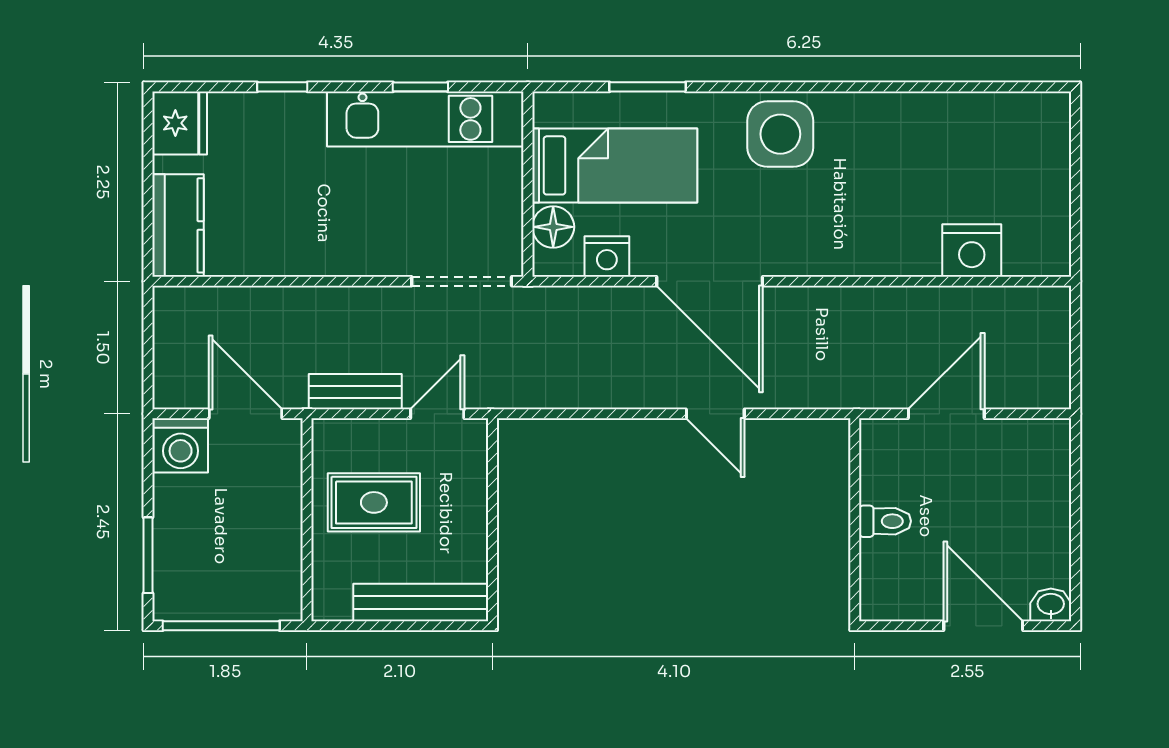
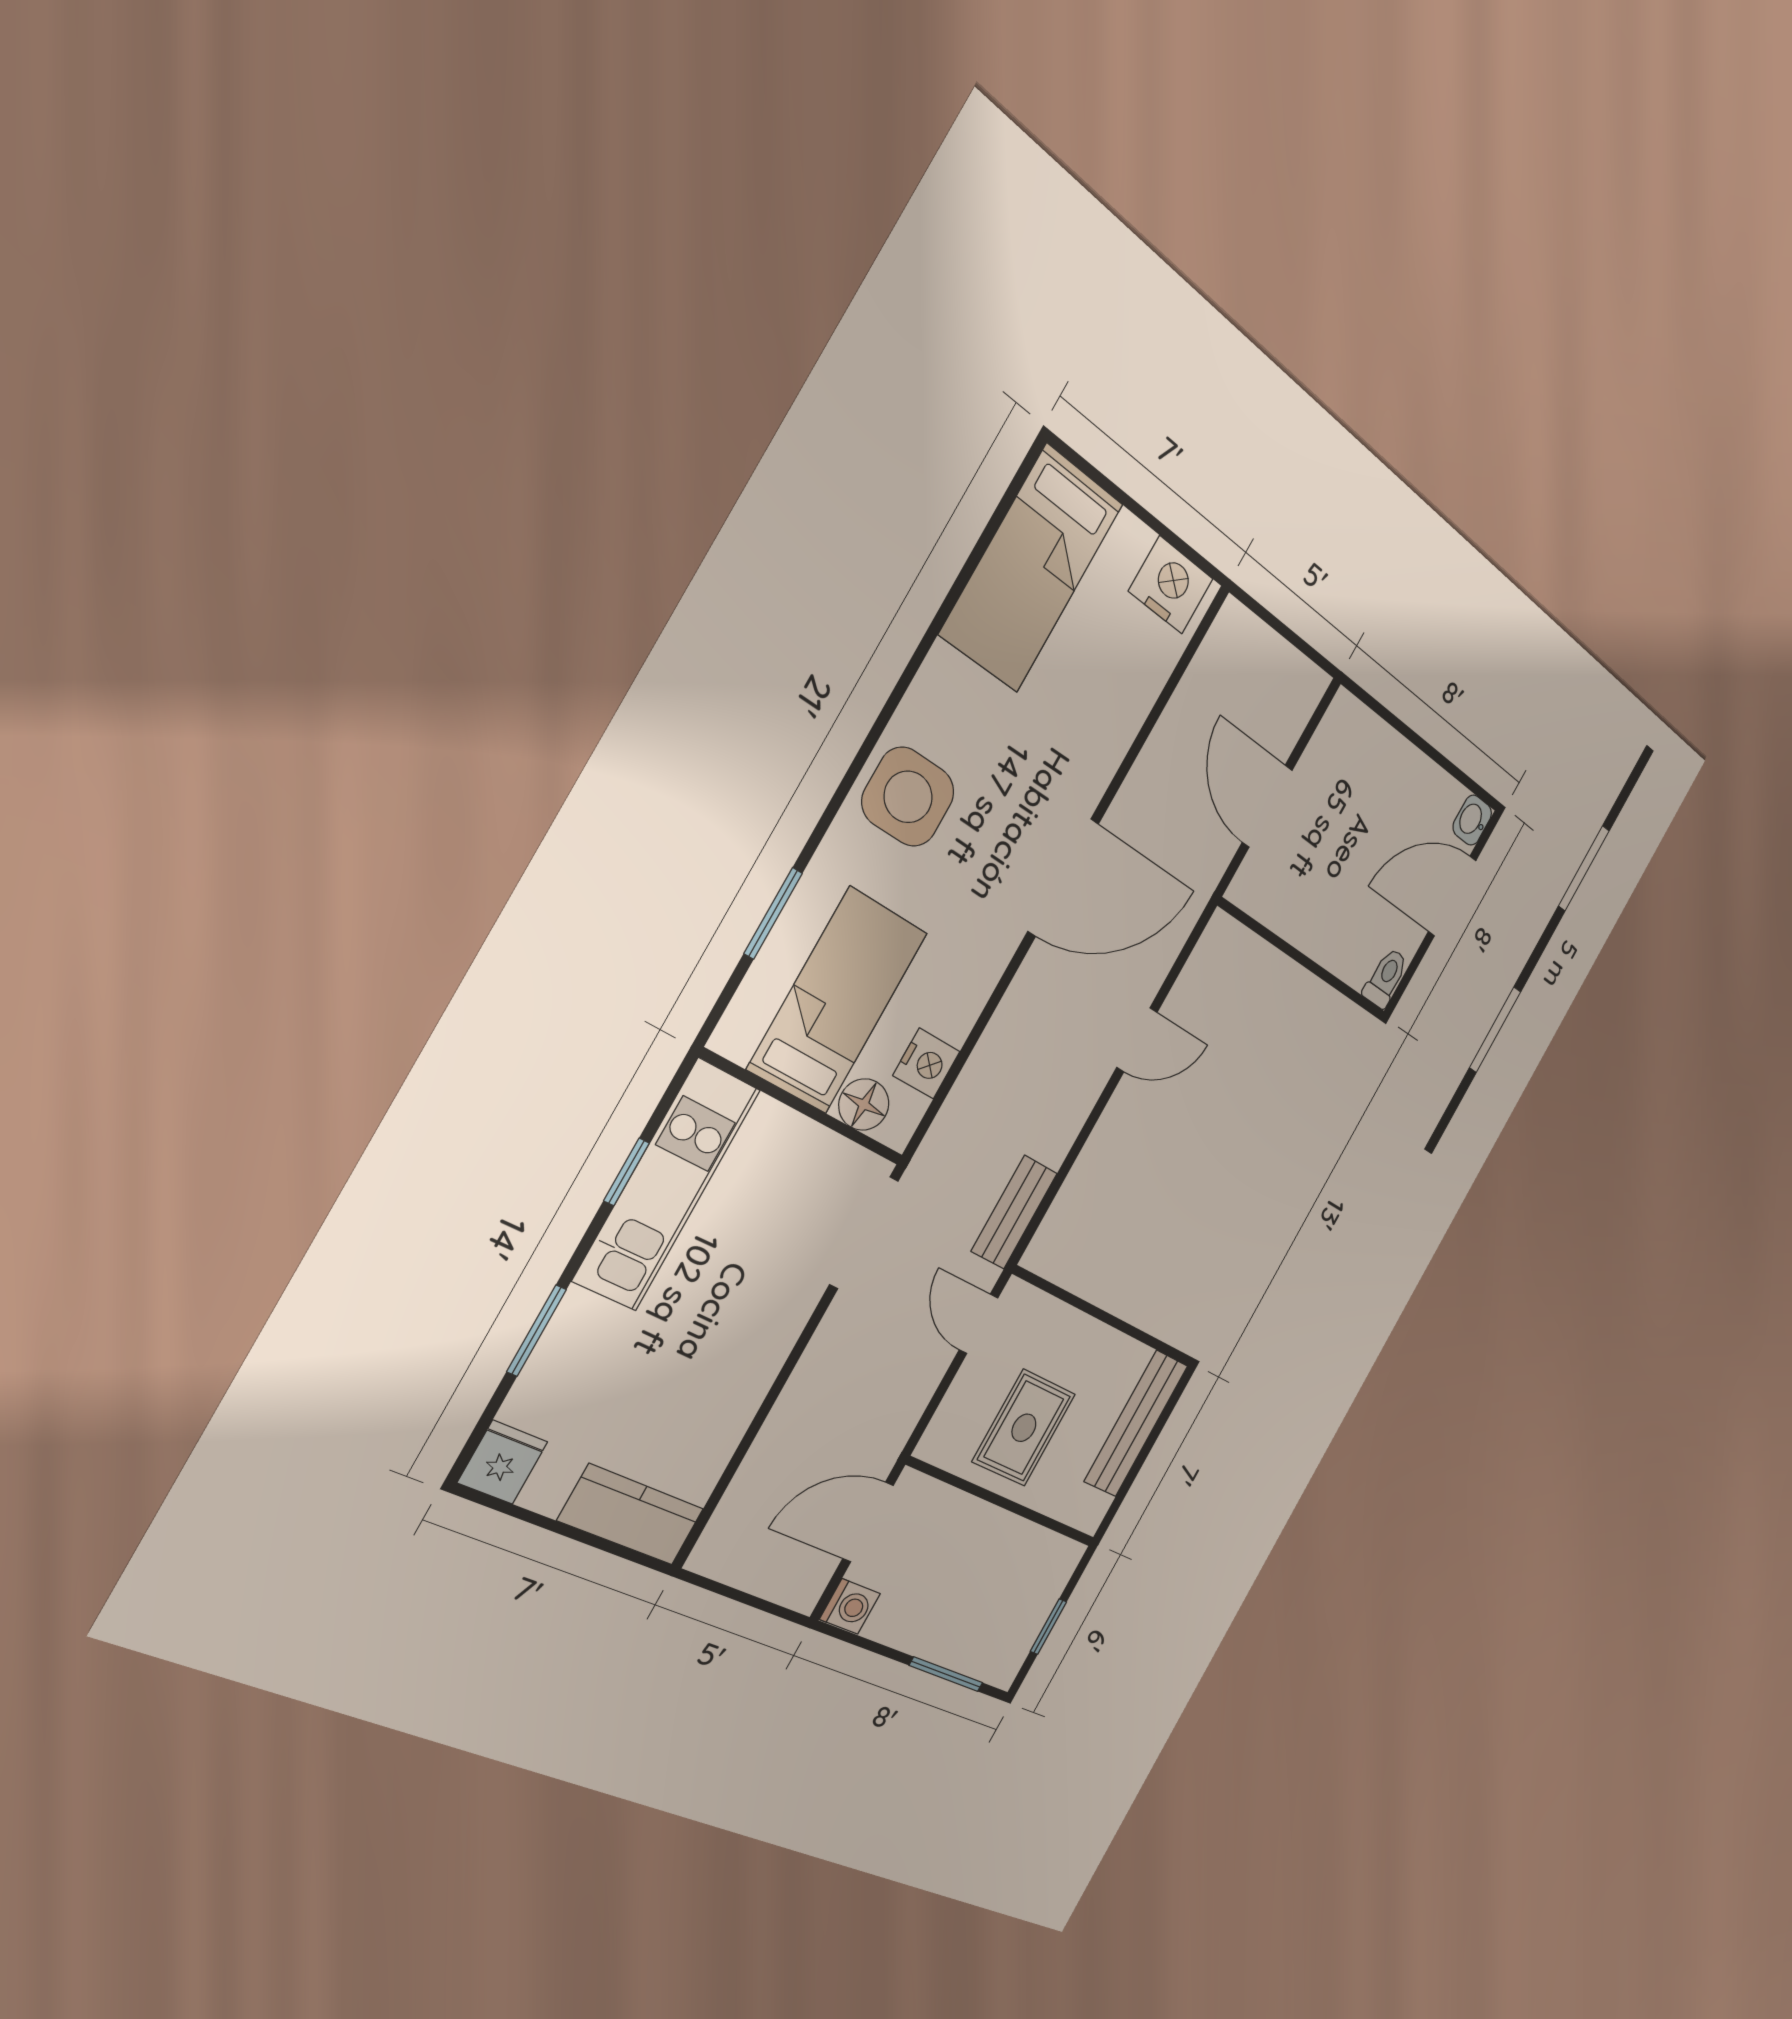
window: (282, 87) -> (536, 1331), width x1.50
fridge: (180, 123) -> (503, 1462), width x0.72
bed: (985, 130) -> (1032, 569), added
nightstand: (972, 251) -> (1171, 585), moved, turned -90
door: (710, 281) -> (1063, 878), moved
bench: (355, 392) -> (1014, 1212), moved
washing machine: (181, 445) -> (850, 1606), width x0.73, depth x0.73
toilet: (885, 521) -> (1386, 978), moved
window: (221, 626) -> (1048, 1627), width x0.46

